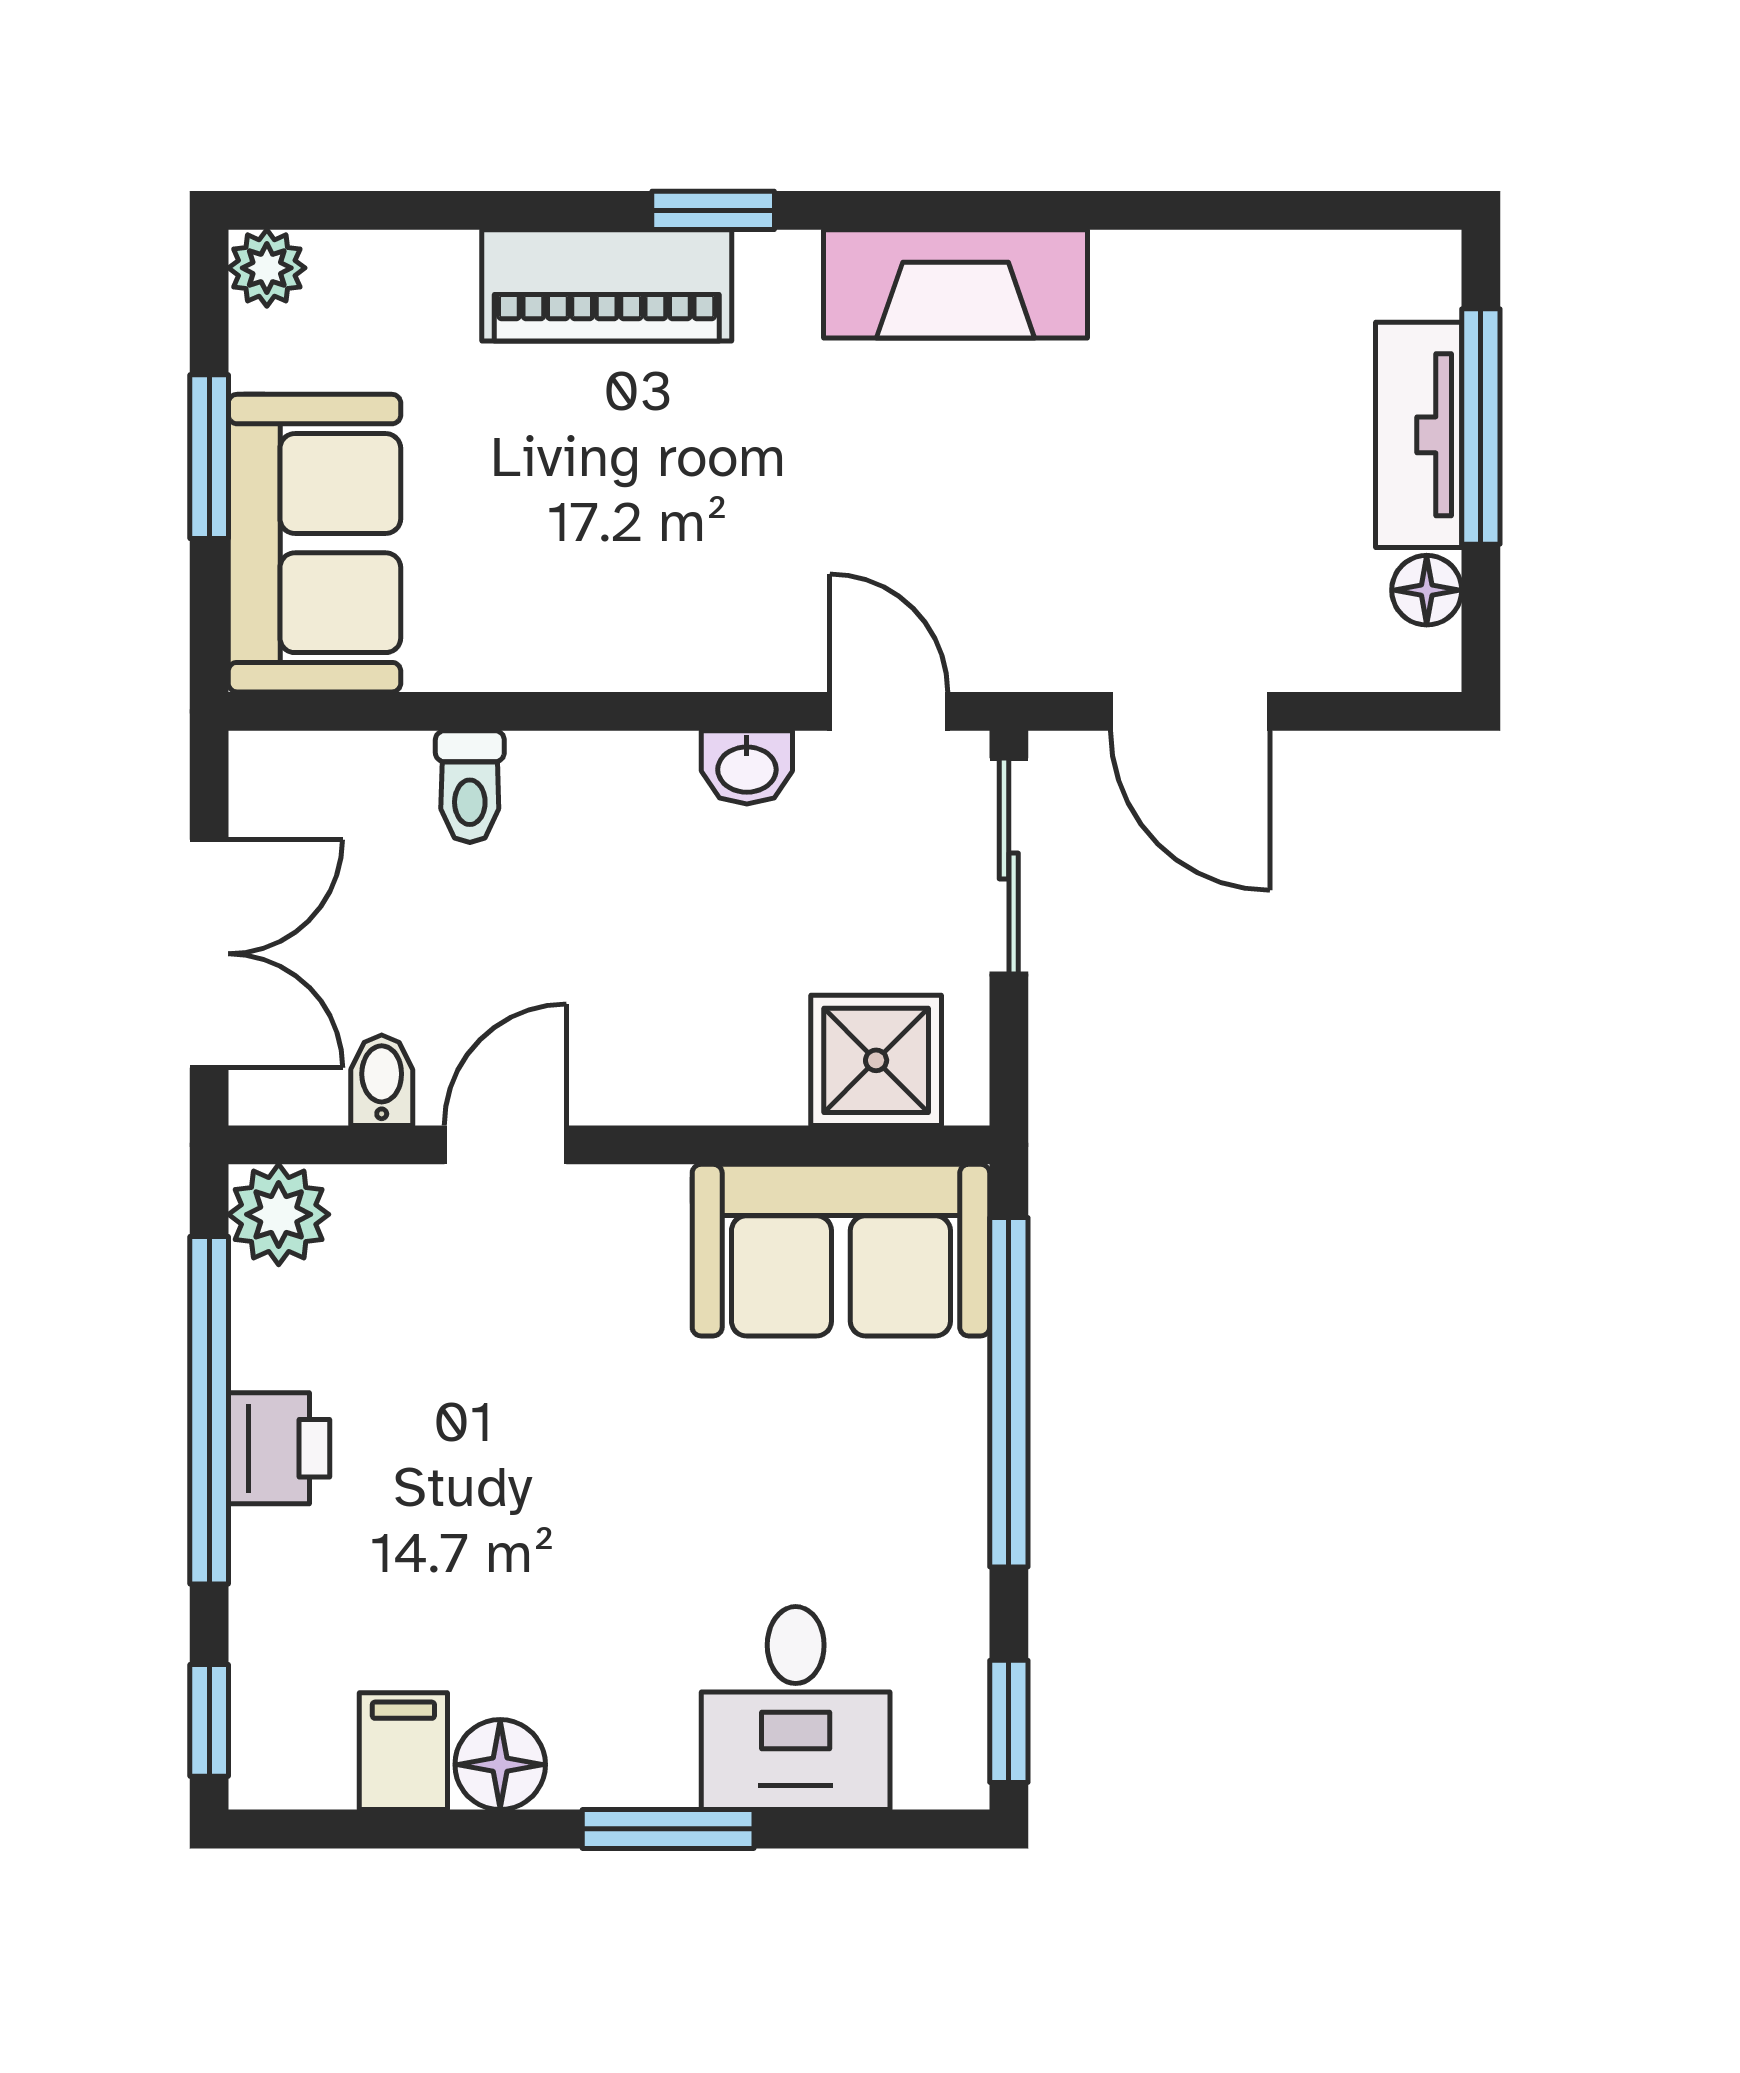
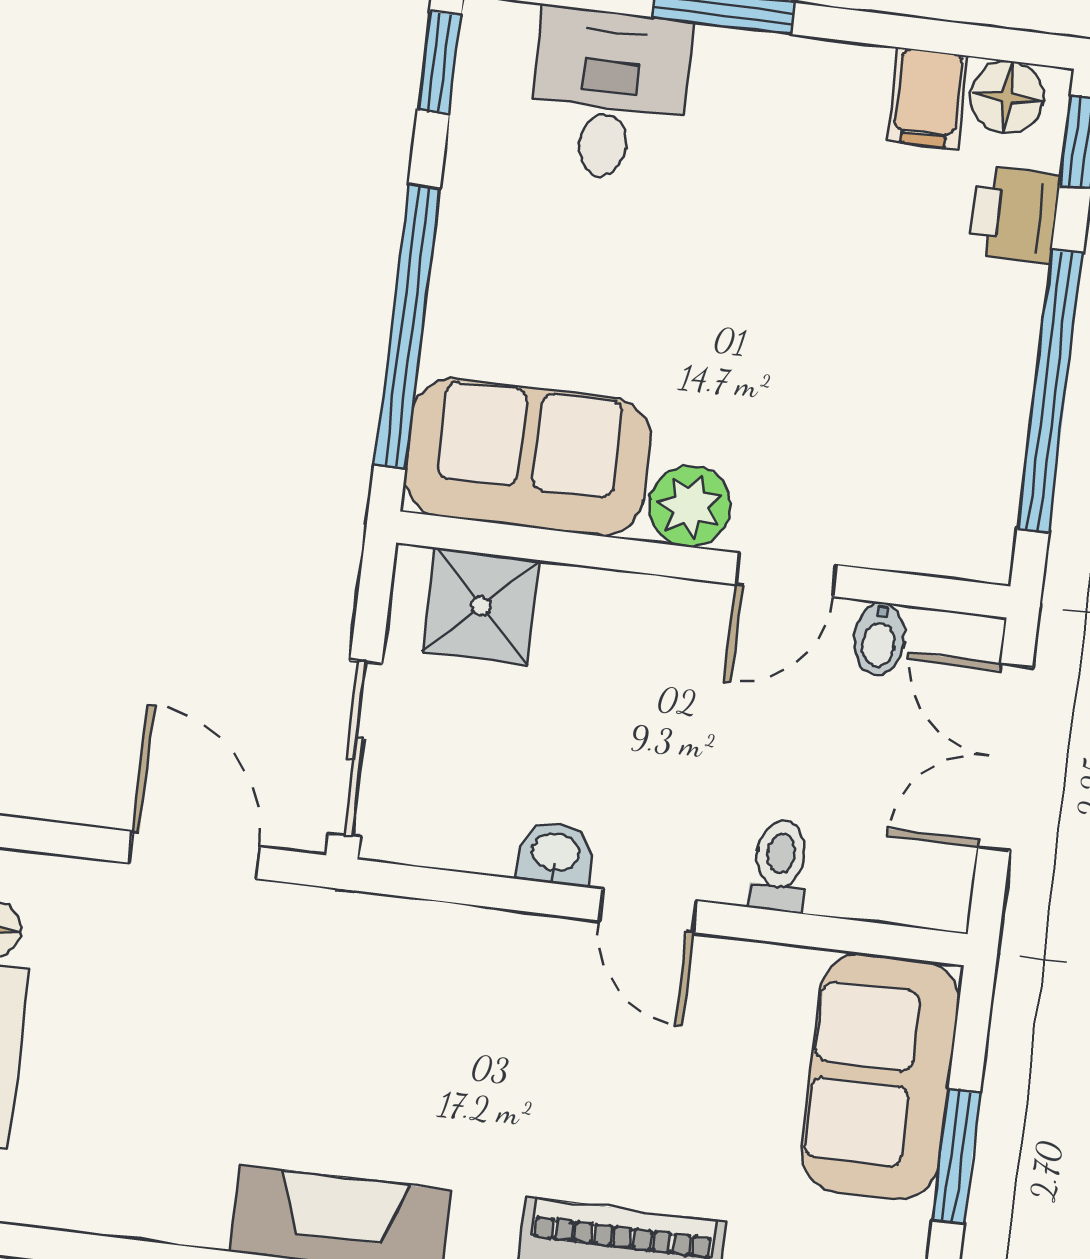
door: (889, 711) -> (648, 911), moved
plant: (279, 1214) -> (690, 506), moved
printer: (279, 1448) -> (1015, 215), moved
floor lamp: (500, 1765) -> (1007, 97), moved

